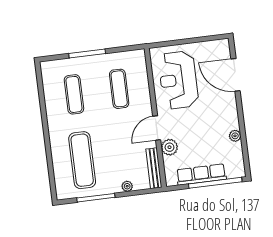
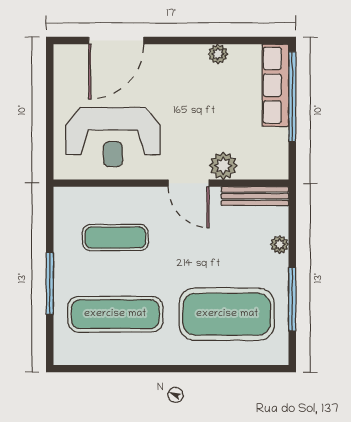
exercise mat: (74, 94) -> (115, 314), width x1.36, depth x1.45
exercise mat: (82, 160) -> (227, 314), width x1.47
row of seats: (201, 174) -> (275, 85), moved

